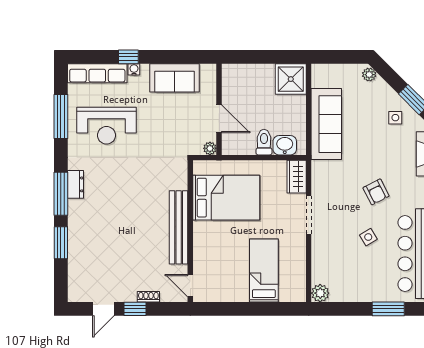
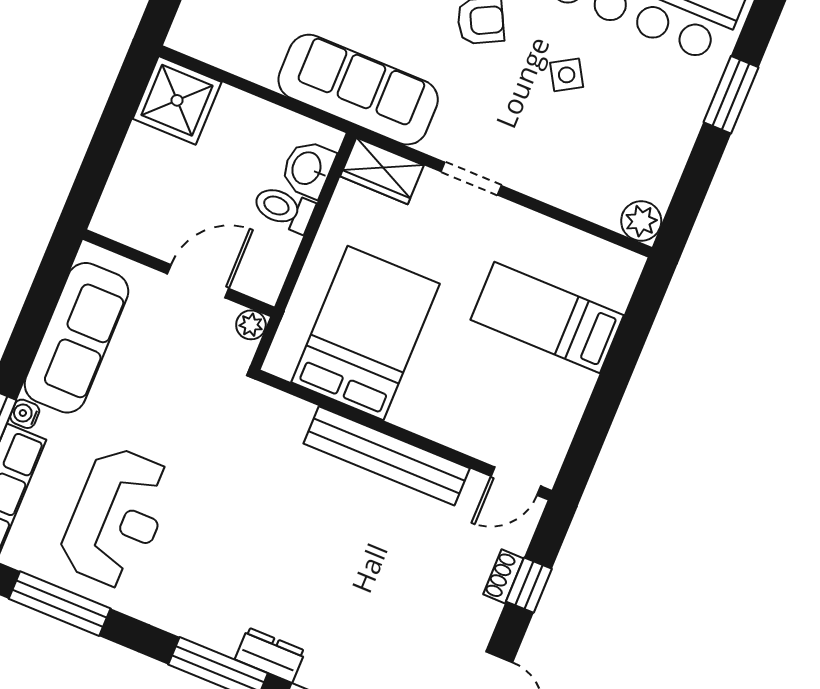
sofa: (175, 78) -> (76, 338), width x1.36
sofa: (326, 124) -> (358, 90), moved
dresser: (76, 184) -> (270, 655), moved
doorway: (309, 215) -> (471, 179), width x0.73
window: (135, 309) -> (529, 585), moved

